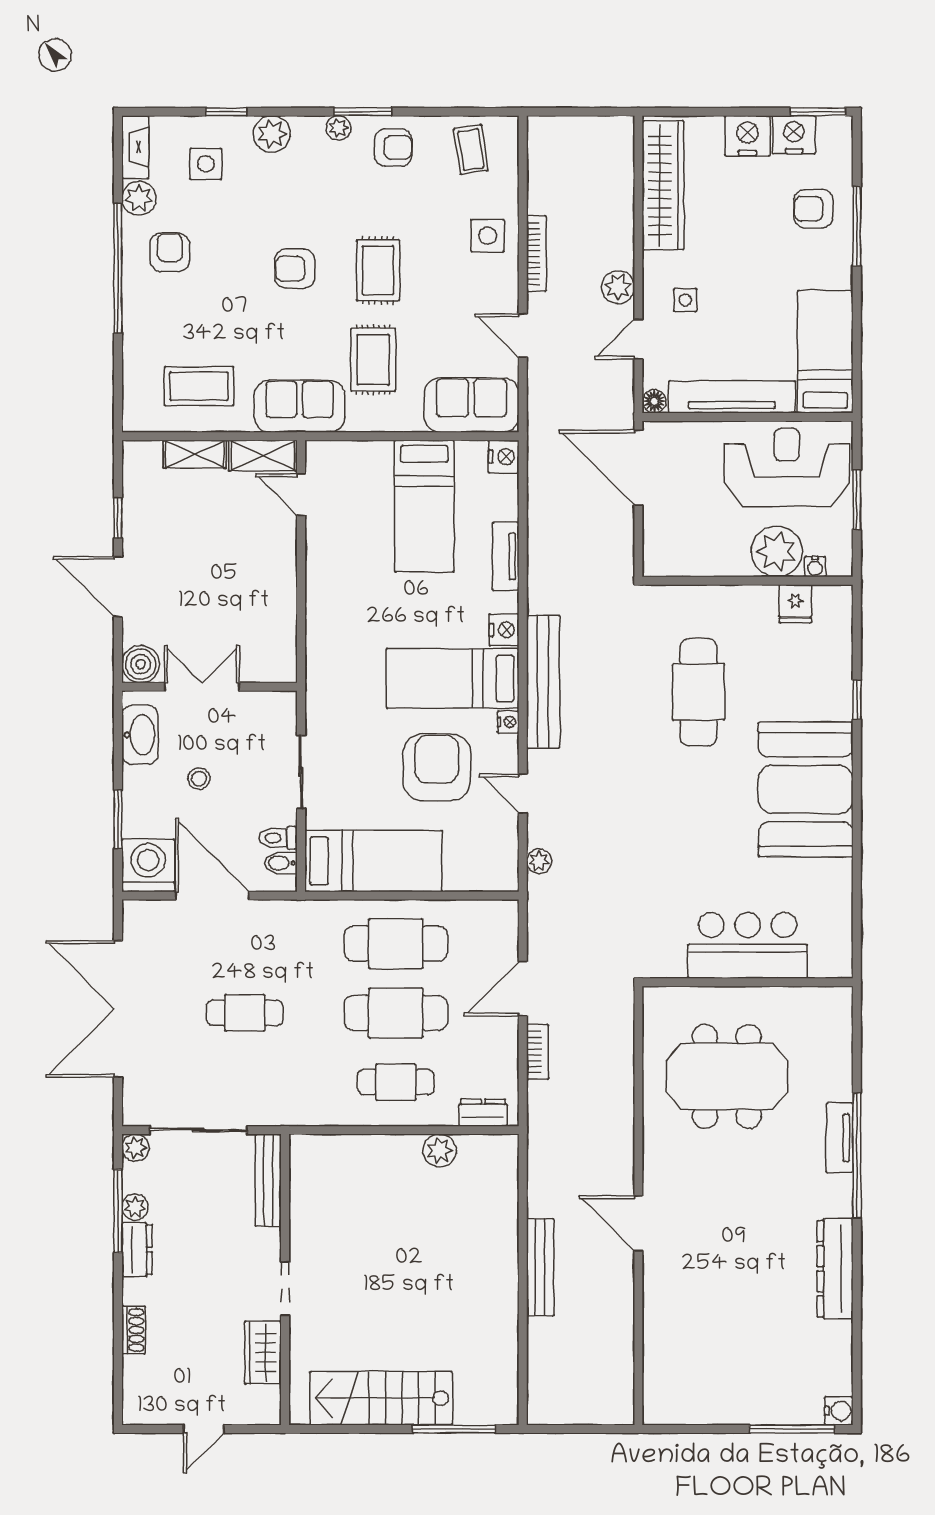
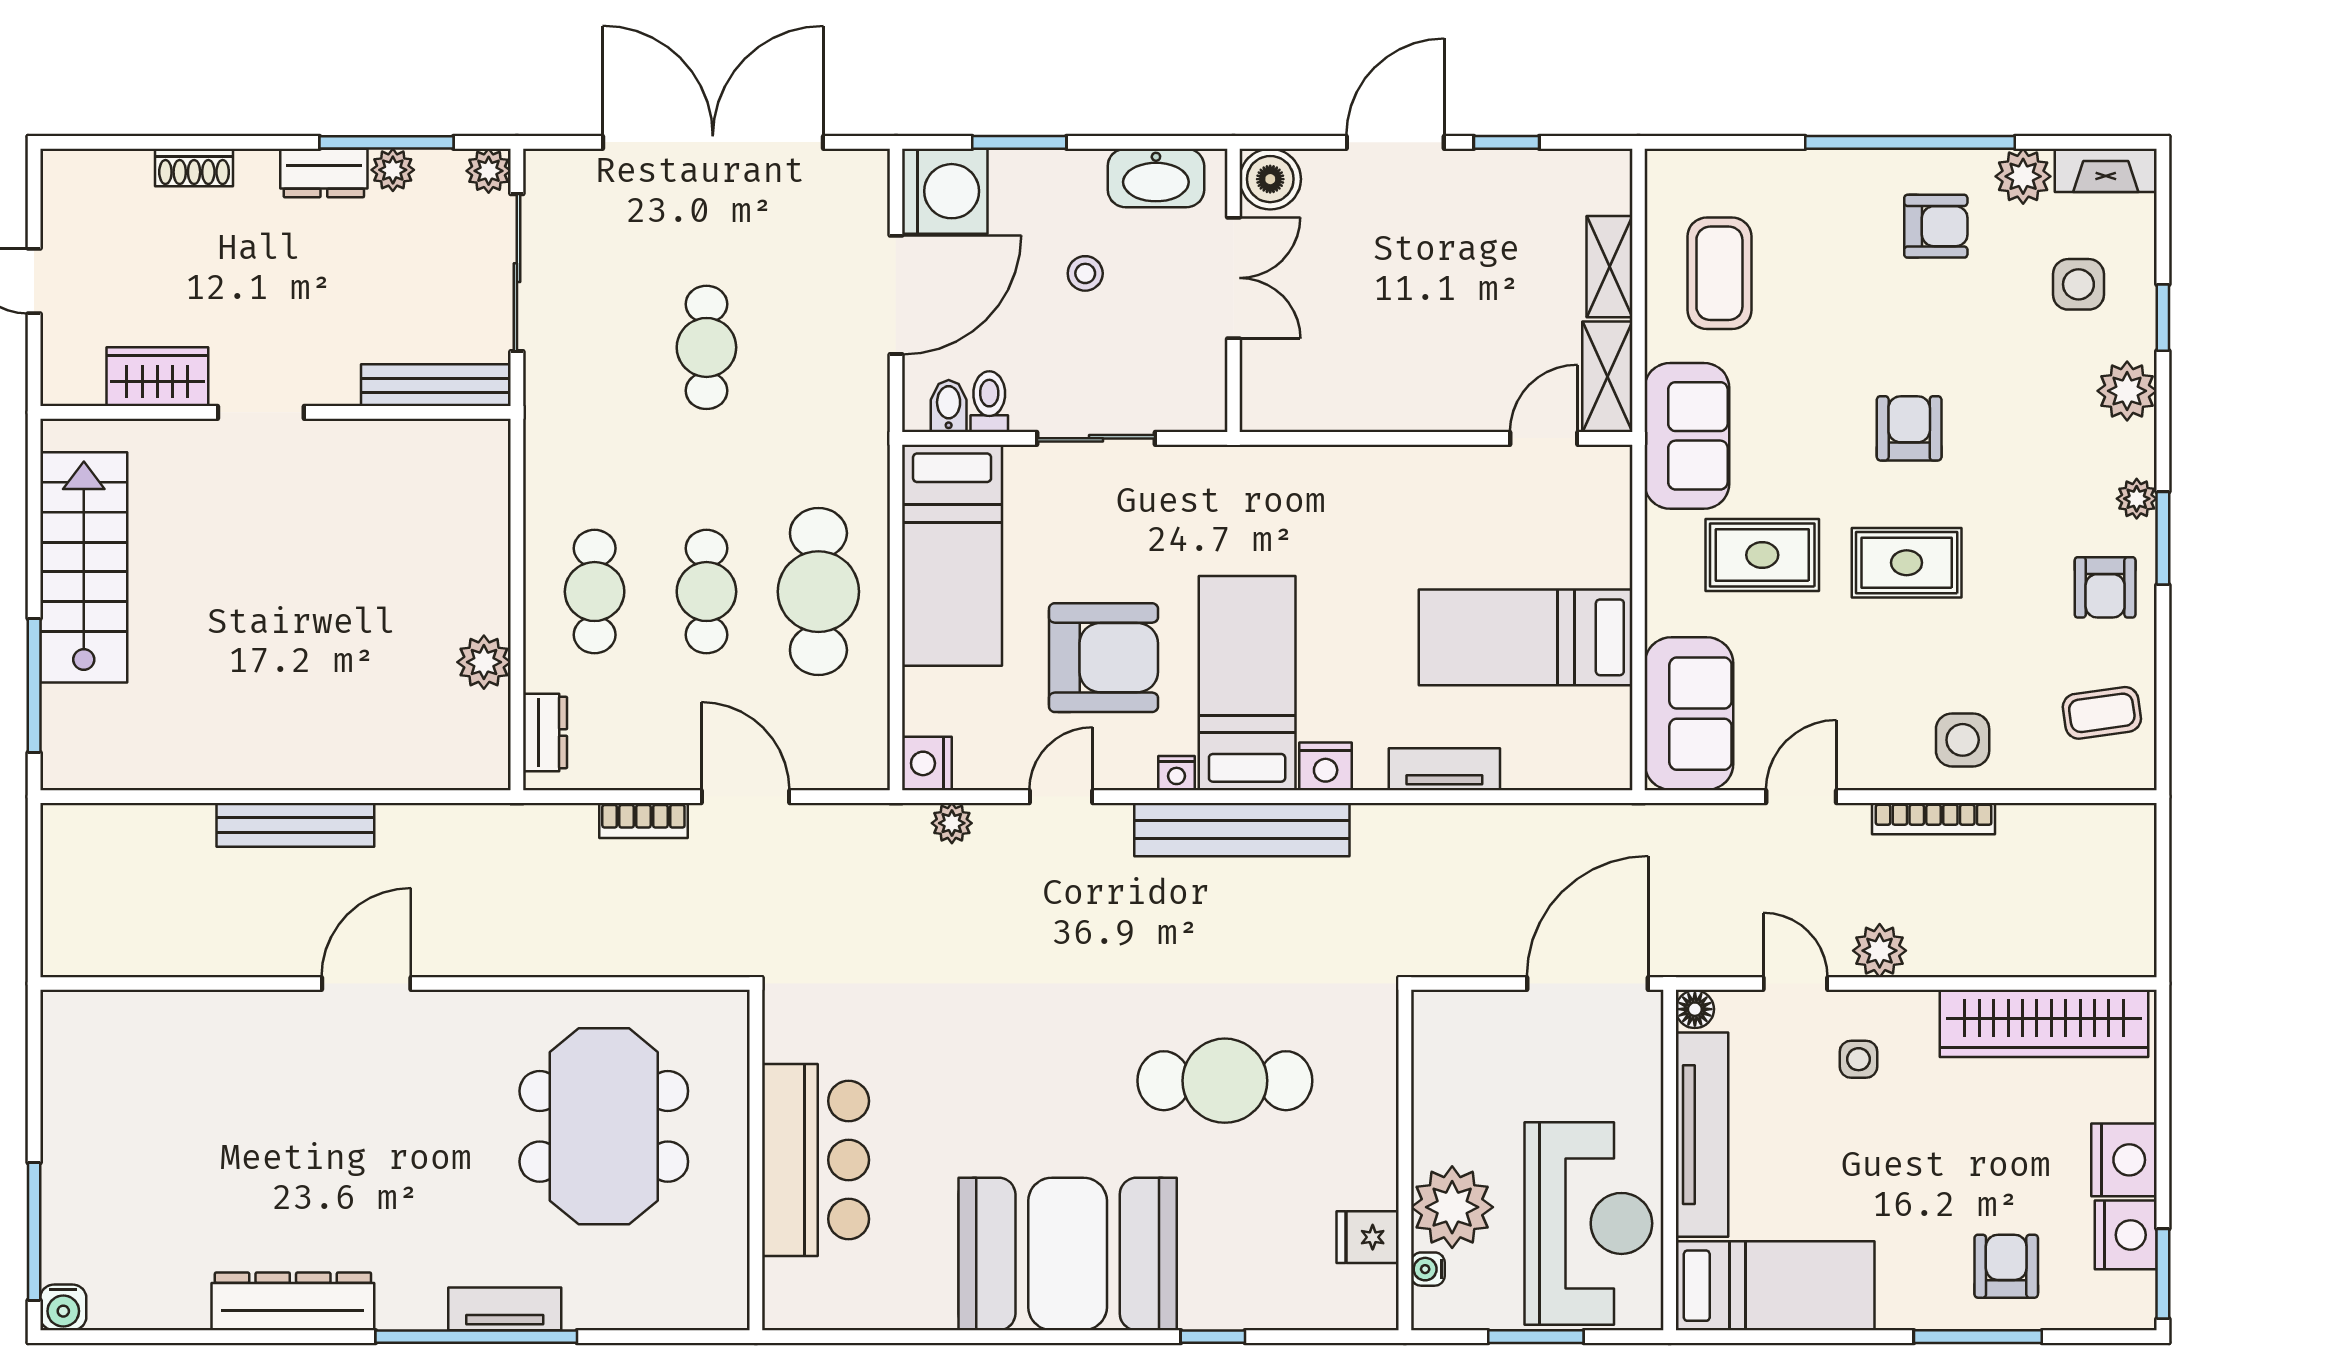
nightstand: (504, 457) -> (927, 763), moved, turned 90
cafe table: (396, 1013) -> (706, 592), width x0.73, depth x0.74

